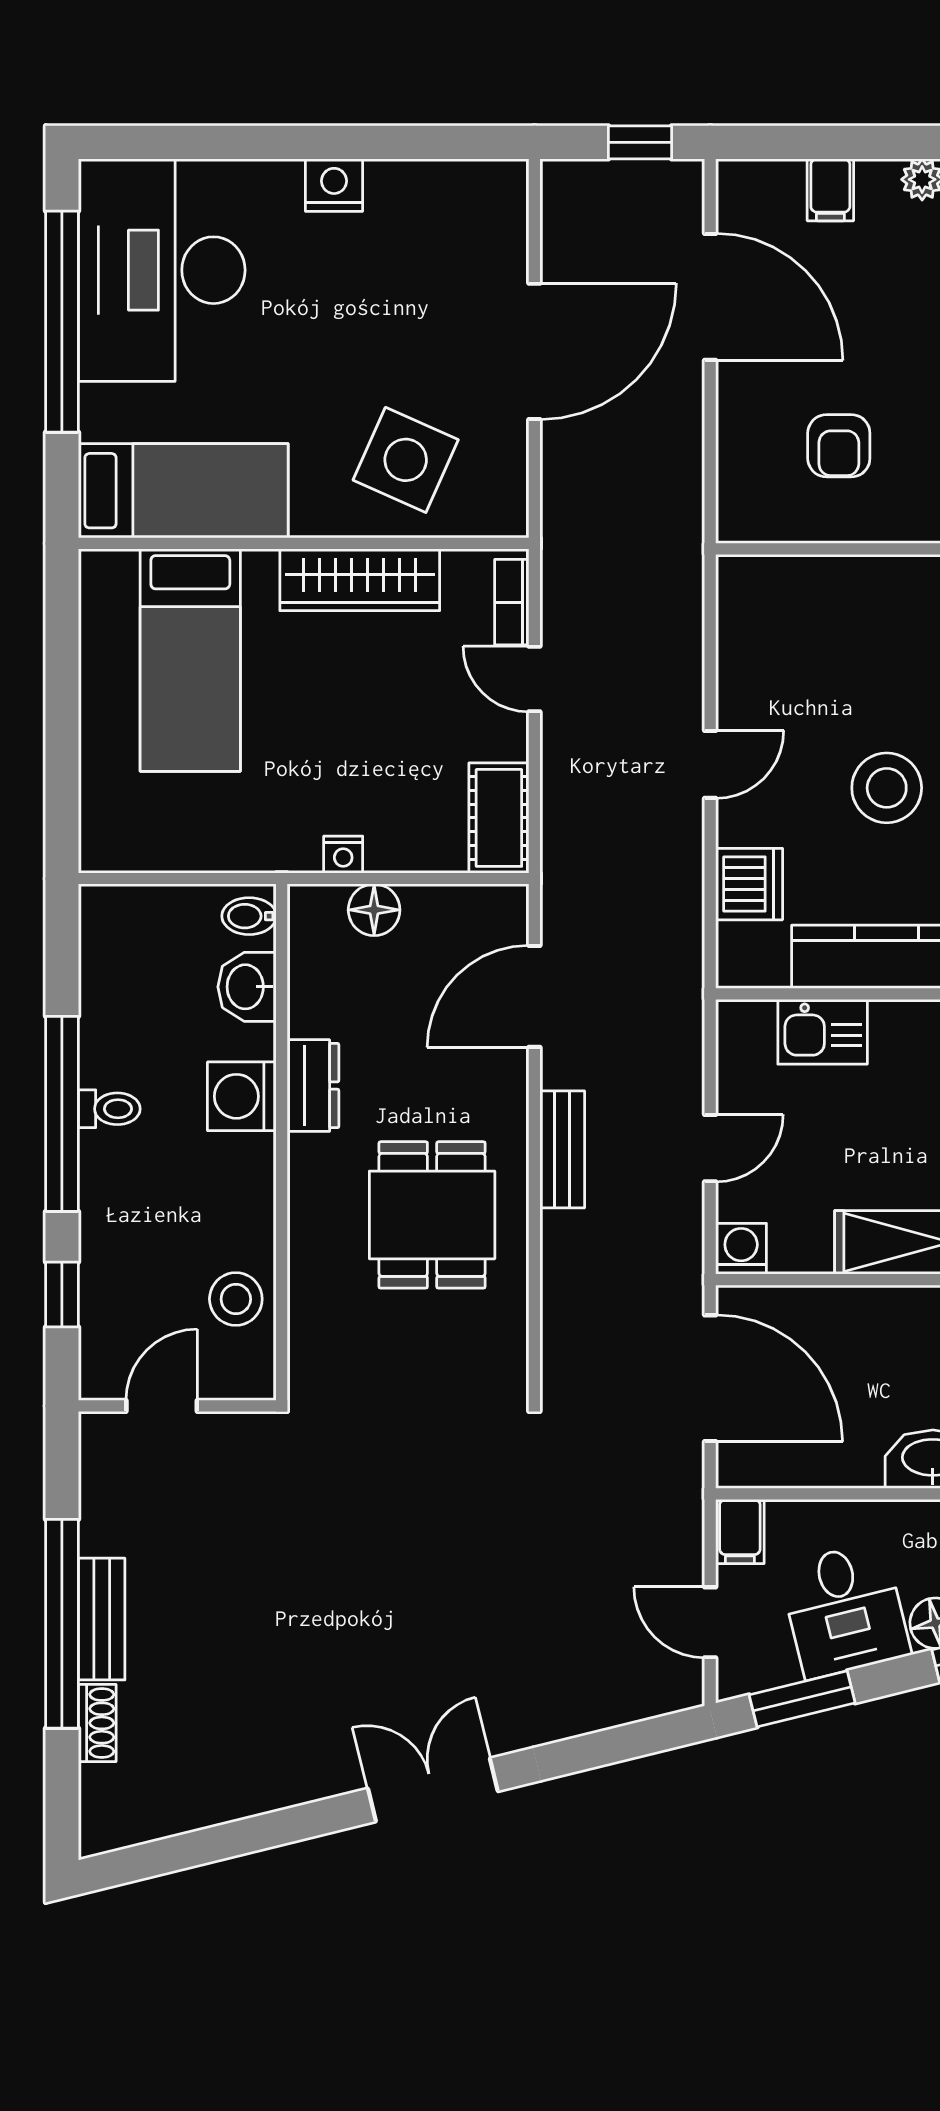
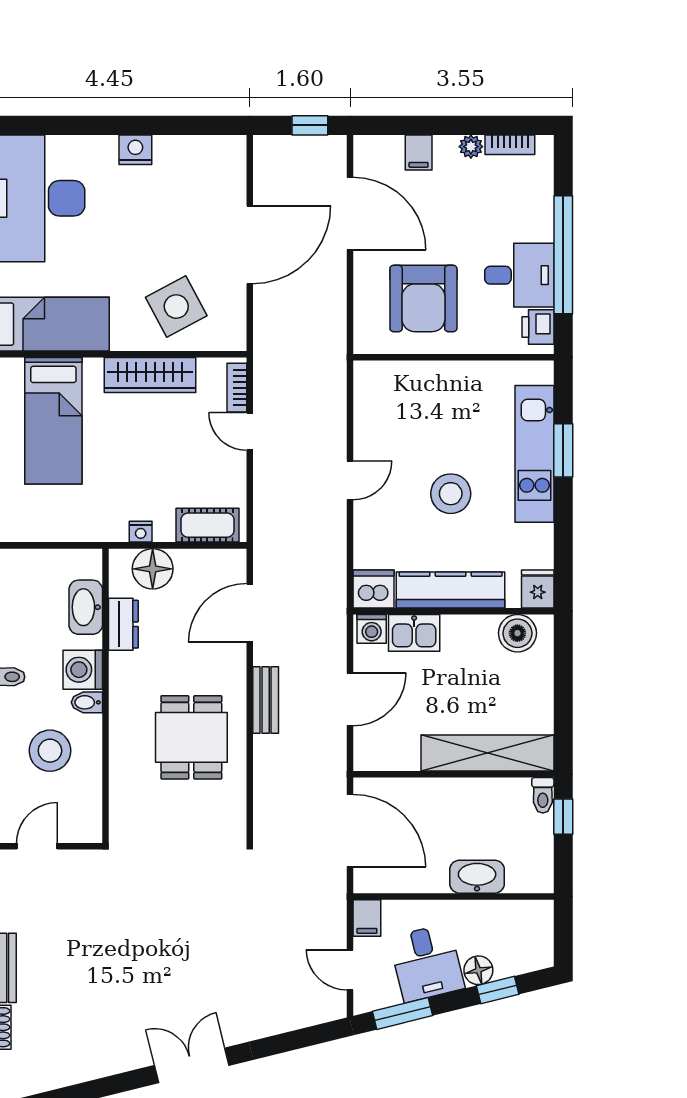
armchair: (839, 446) -> (423, 298), width x1.88, depth x1.88
side table: (406, 460) -> (176, 307), turned 38
cot: (499, 818) -> (207, 525), moved, turned 90
dishwasher: (749, 884) -> (374, 589), moved, turned -90
floor lamp: (374, 910) -> (153, 569), width x1.38, depth x1.38
bidet: (249, 916) -> (87, 702), moved
washbasin: (247, 987) -> (86, 607), width x1.38
dresser: (313, 1086) -> (123, 624), moved
door: (710, 1148) -> (350, 699), width x1.38
washing machine: (741, 1249) -> (372, 629), moved, turned 180
stool: (236, 1299) -> (50, 751), moved, width x1.38, depth x1.38

